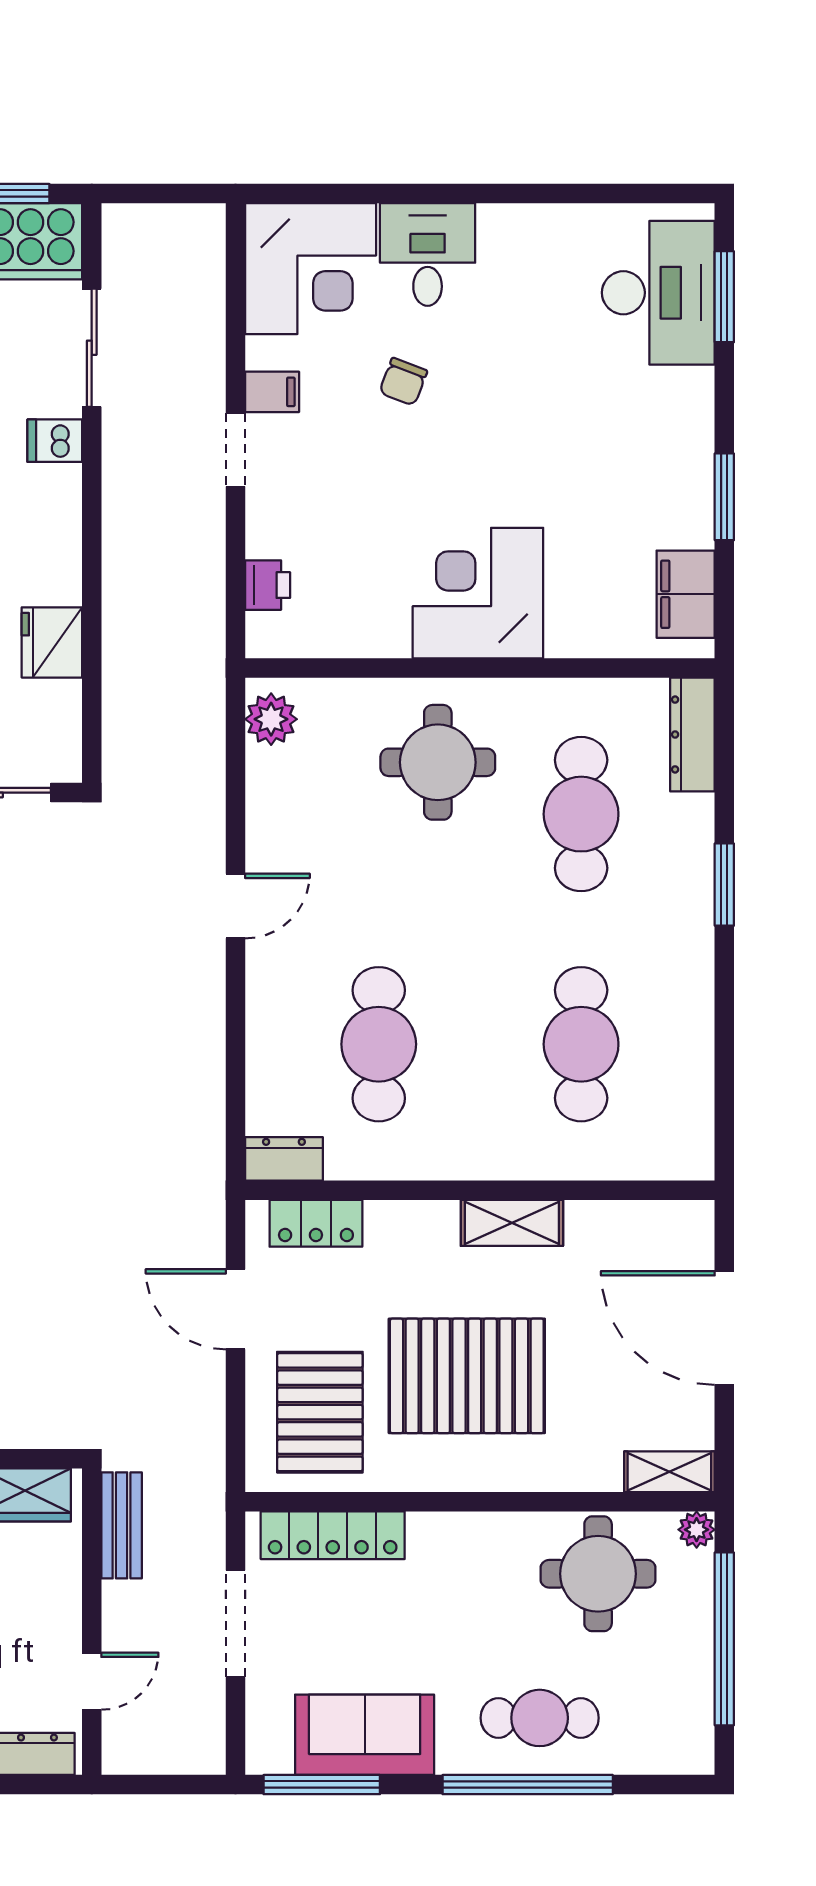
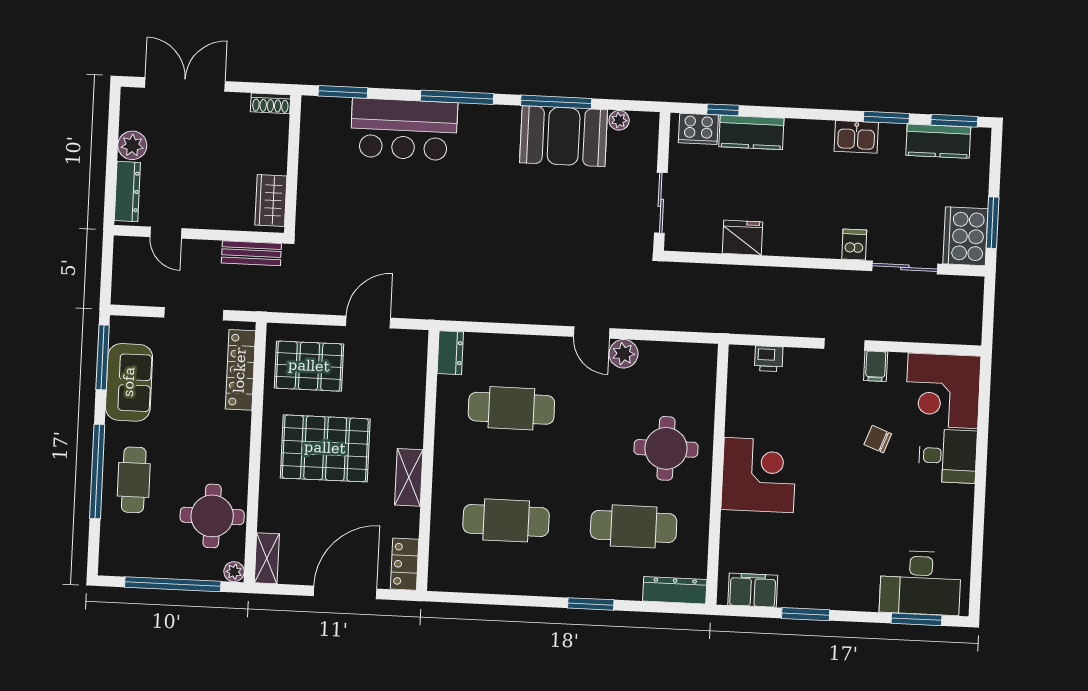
plant: (271, 719) -> (623, 354), moved
locker: (316, 1223) -> (405, 564), moved
pallet: (467, 1376) -> (325, 448), turned 90

